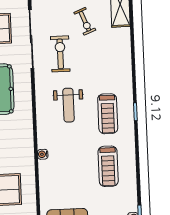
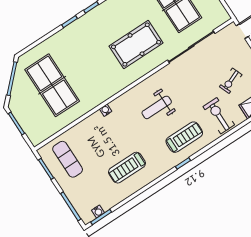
exercise bike: (60, 54) -> (219, 116), moved, turned -90
treadmill: (108, 114) -> (184, 137), moved, turned 180

